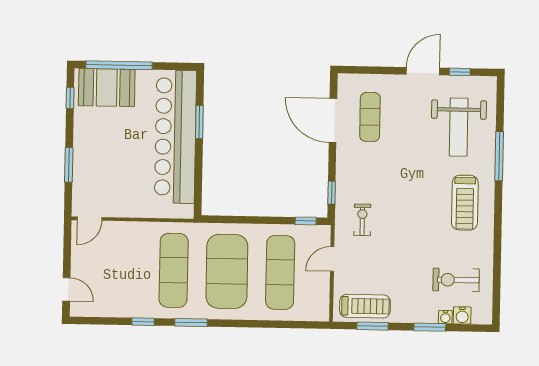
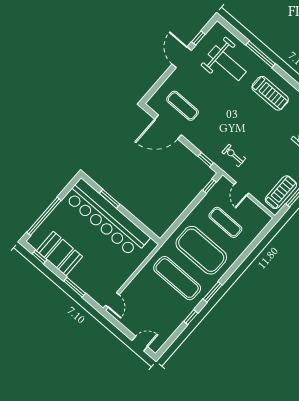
booth: (107, 88) -> (60, 254), moved, turned 90
exercise mat: (280, 272) -> (225, 222), width x0.73, depth x0.69

